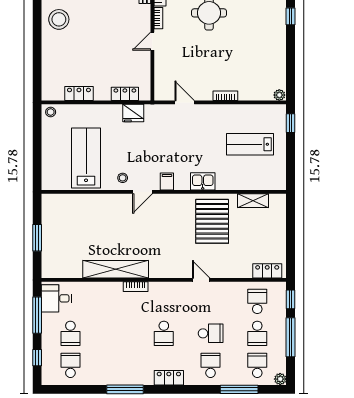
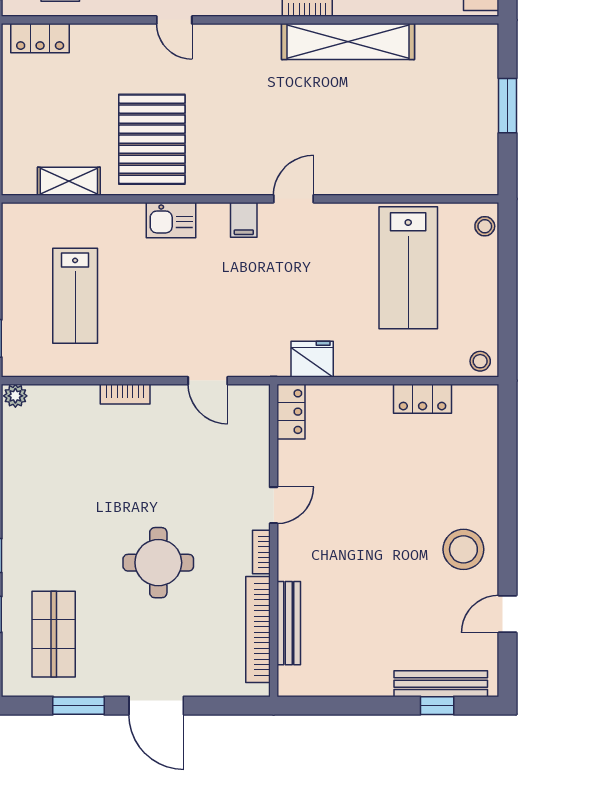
locker: (125, 94) -> (291, 412), moved, turned -90
lab bench: (250, 144) -> (75, 296), turned 90
stool: (123, 178) -> (485, 226), moved

